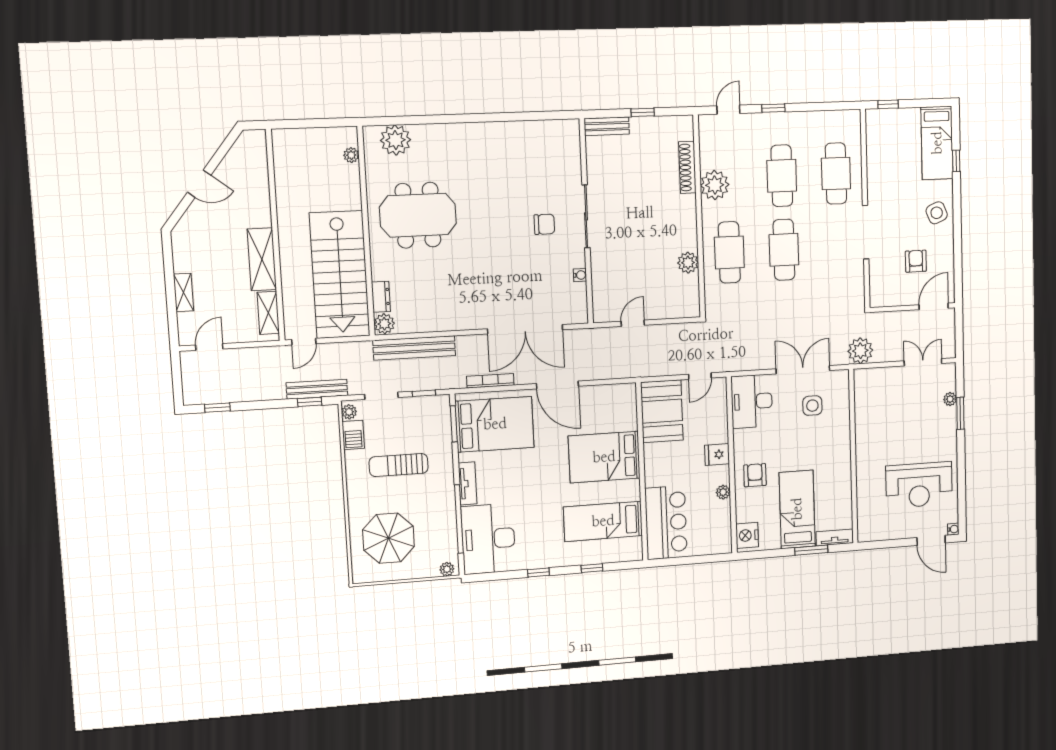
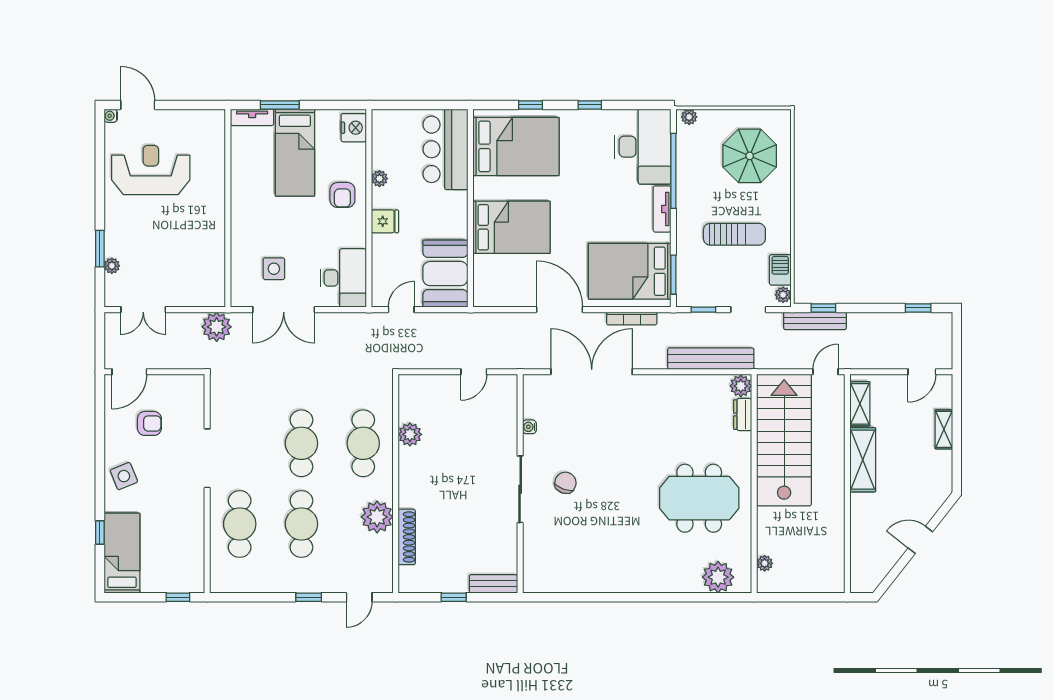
chair: (544, 224) -> (565, 483), turned 110
armchair: (916, 261) -> (149, 423), turned -90
bed: (603, 521) -> (516, 146), width x1.50

